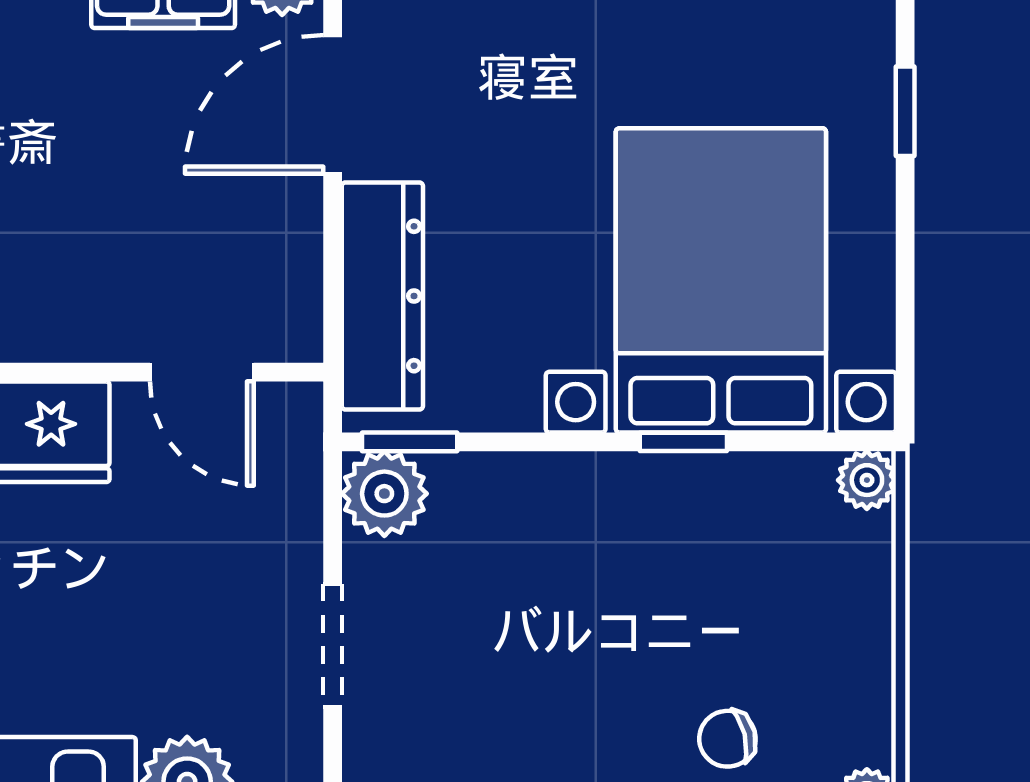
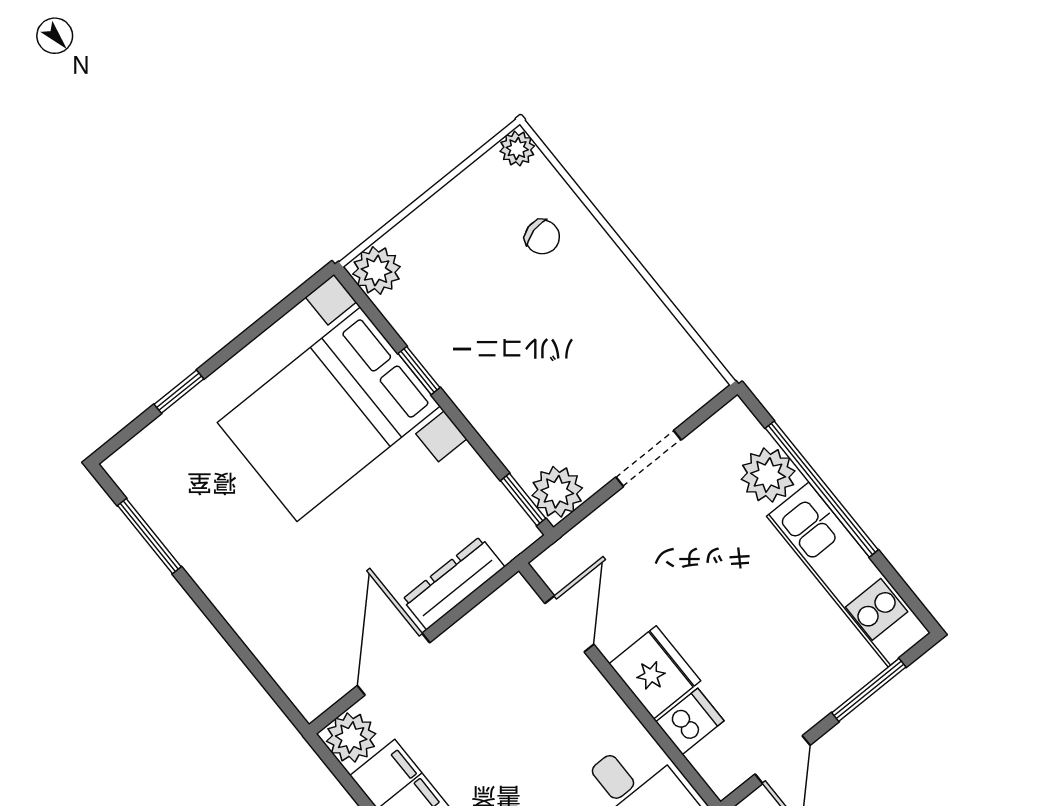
door: (333, 104) -> (393, 664), swing flipped
dresser: (382, 296) -> (454, 583), width x0.73, depth x0.80
plant: (867, 480) -> (377, 270), width x1.38, depth x1.38

